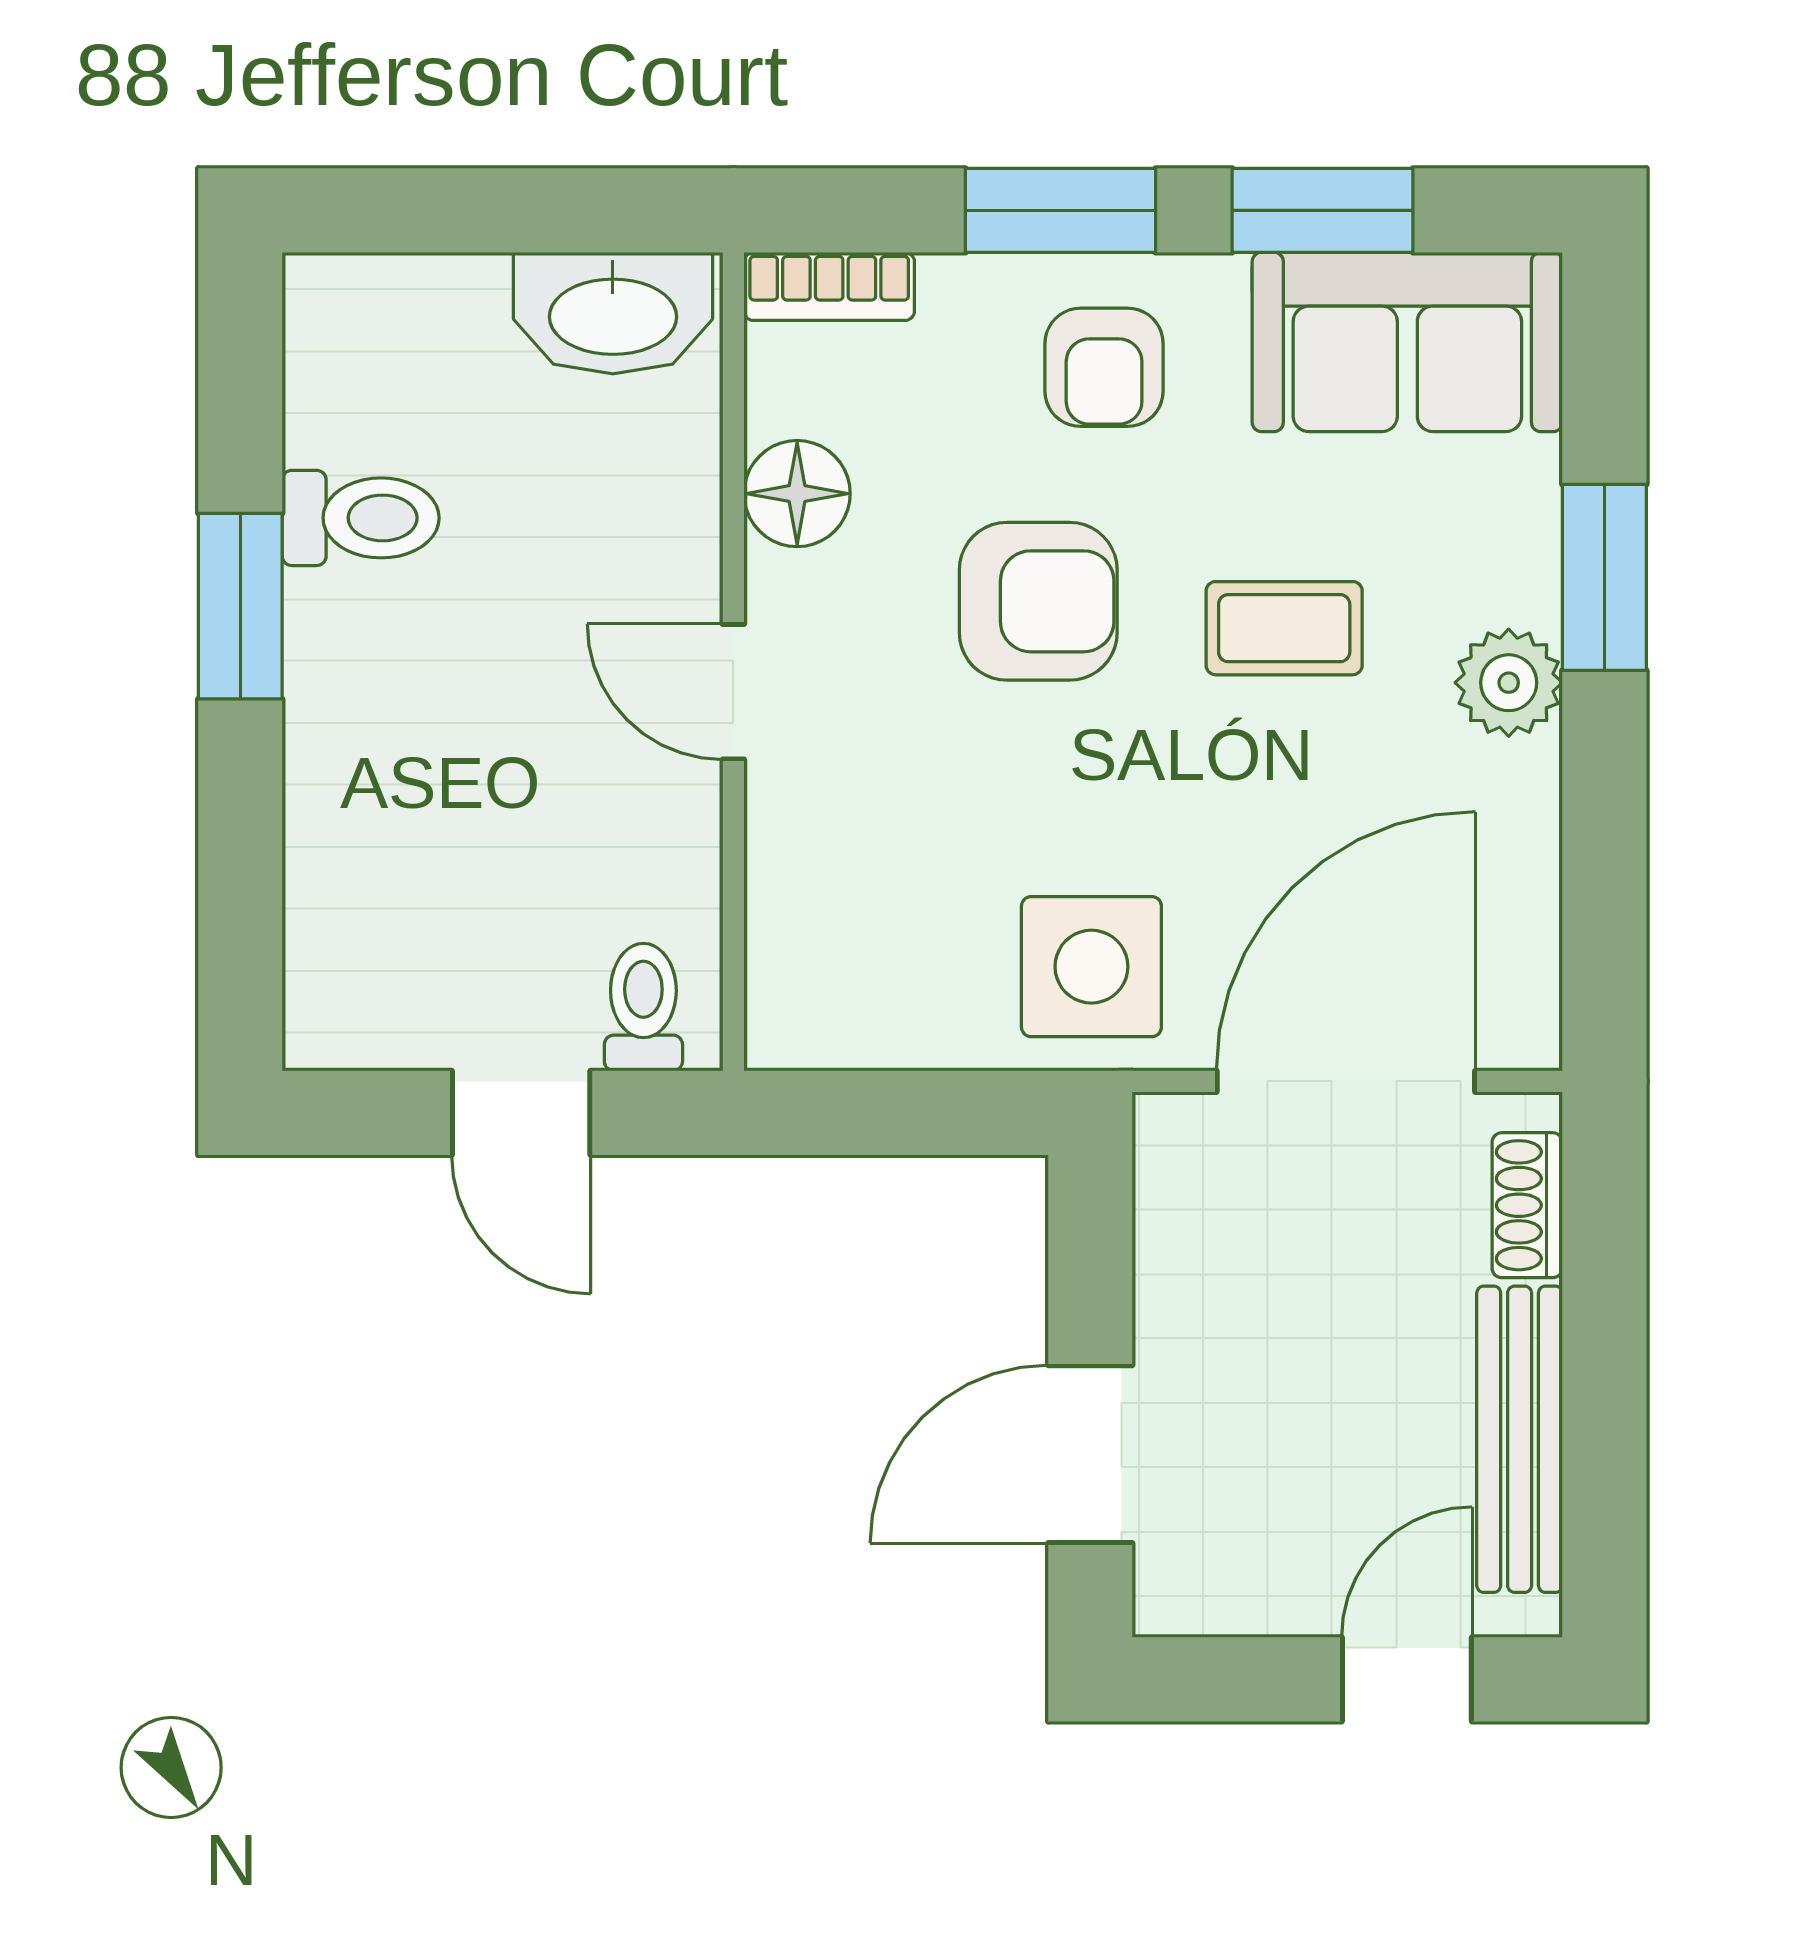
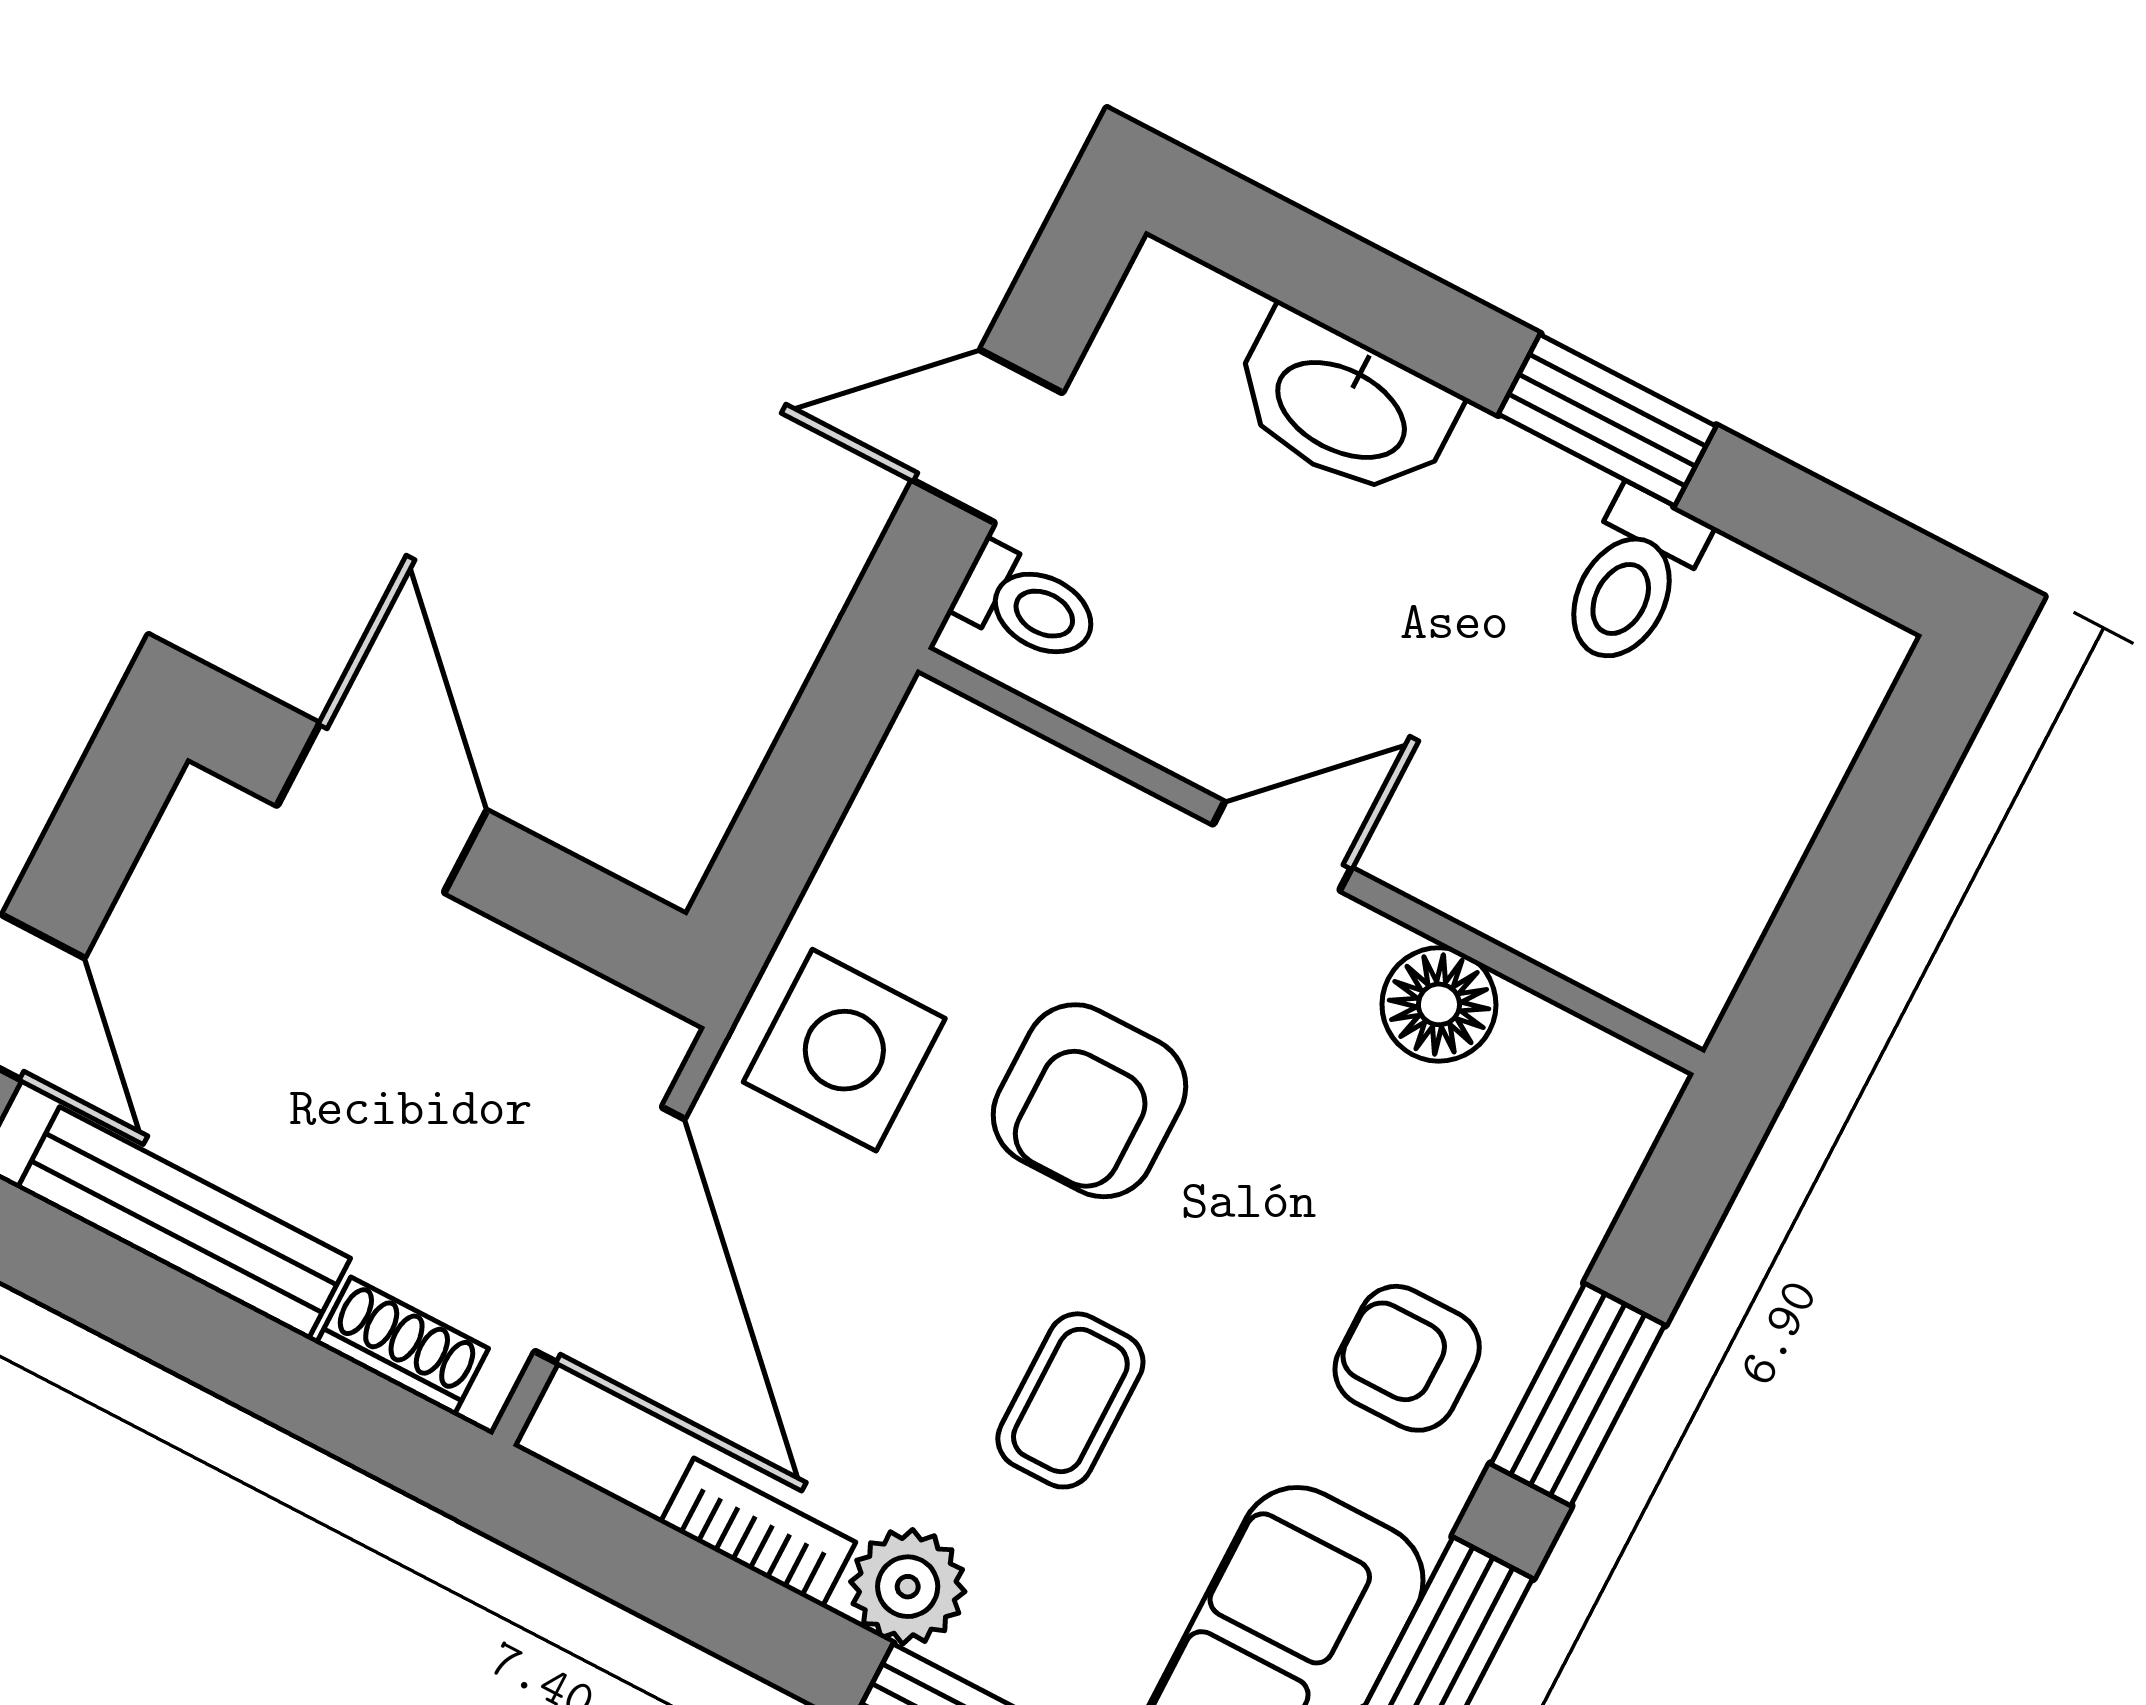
bookcase: (829, 286) -> (758, 1532), moved, turned 90
washbasin: (613, 313) -> (1343, 406), moved, turned -90
armchair: (1038, 601) -> (1089, 1101), moved

